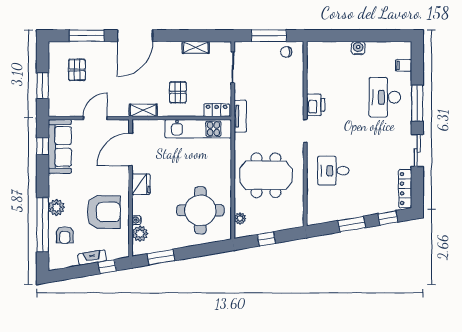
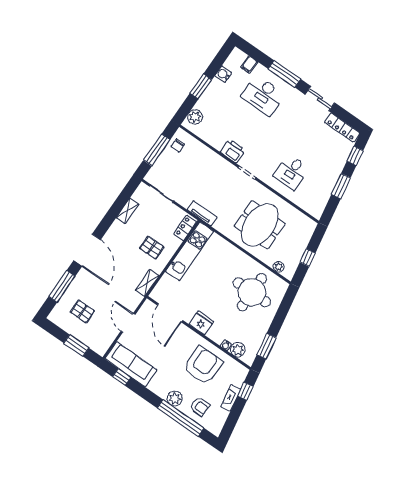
window: (354, 36) -> (201, 86), added
water cooler: (358, 48) -> (223, 74), moved
plant: (323, 49) -> (195, 117), added

